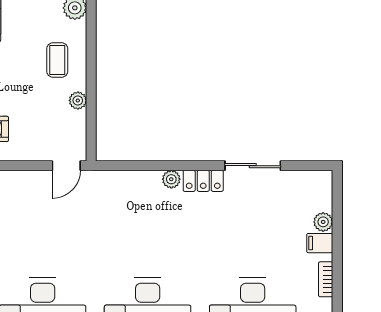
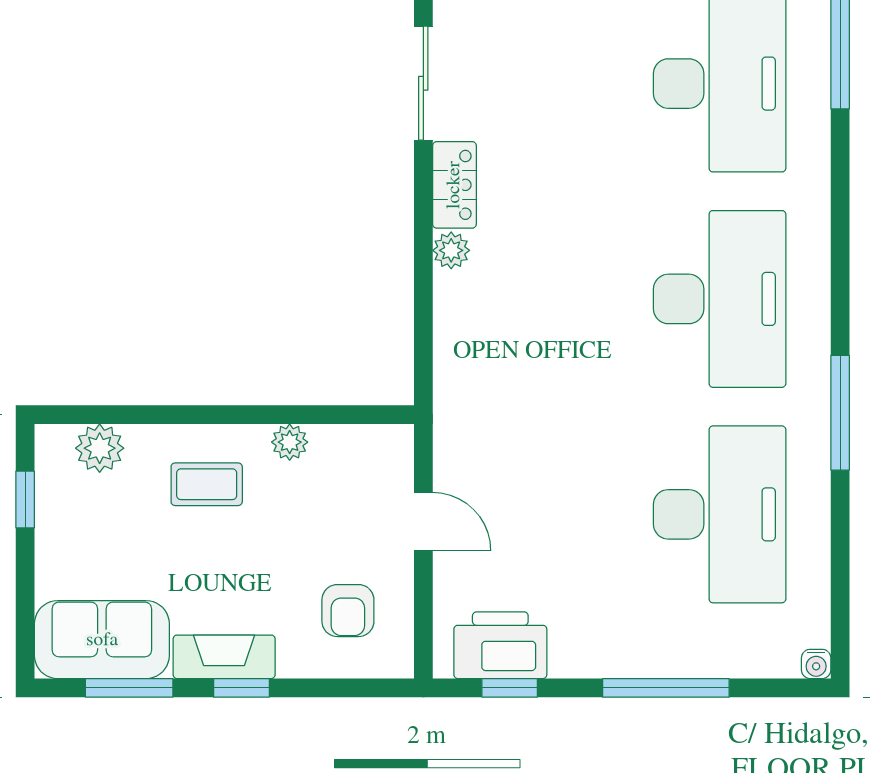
door: (66, 166) -> (423, 522), moved

